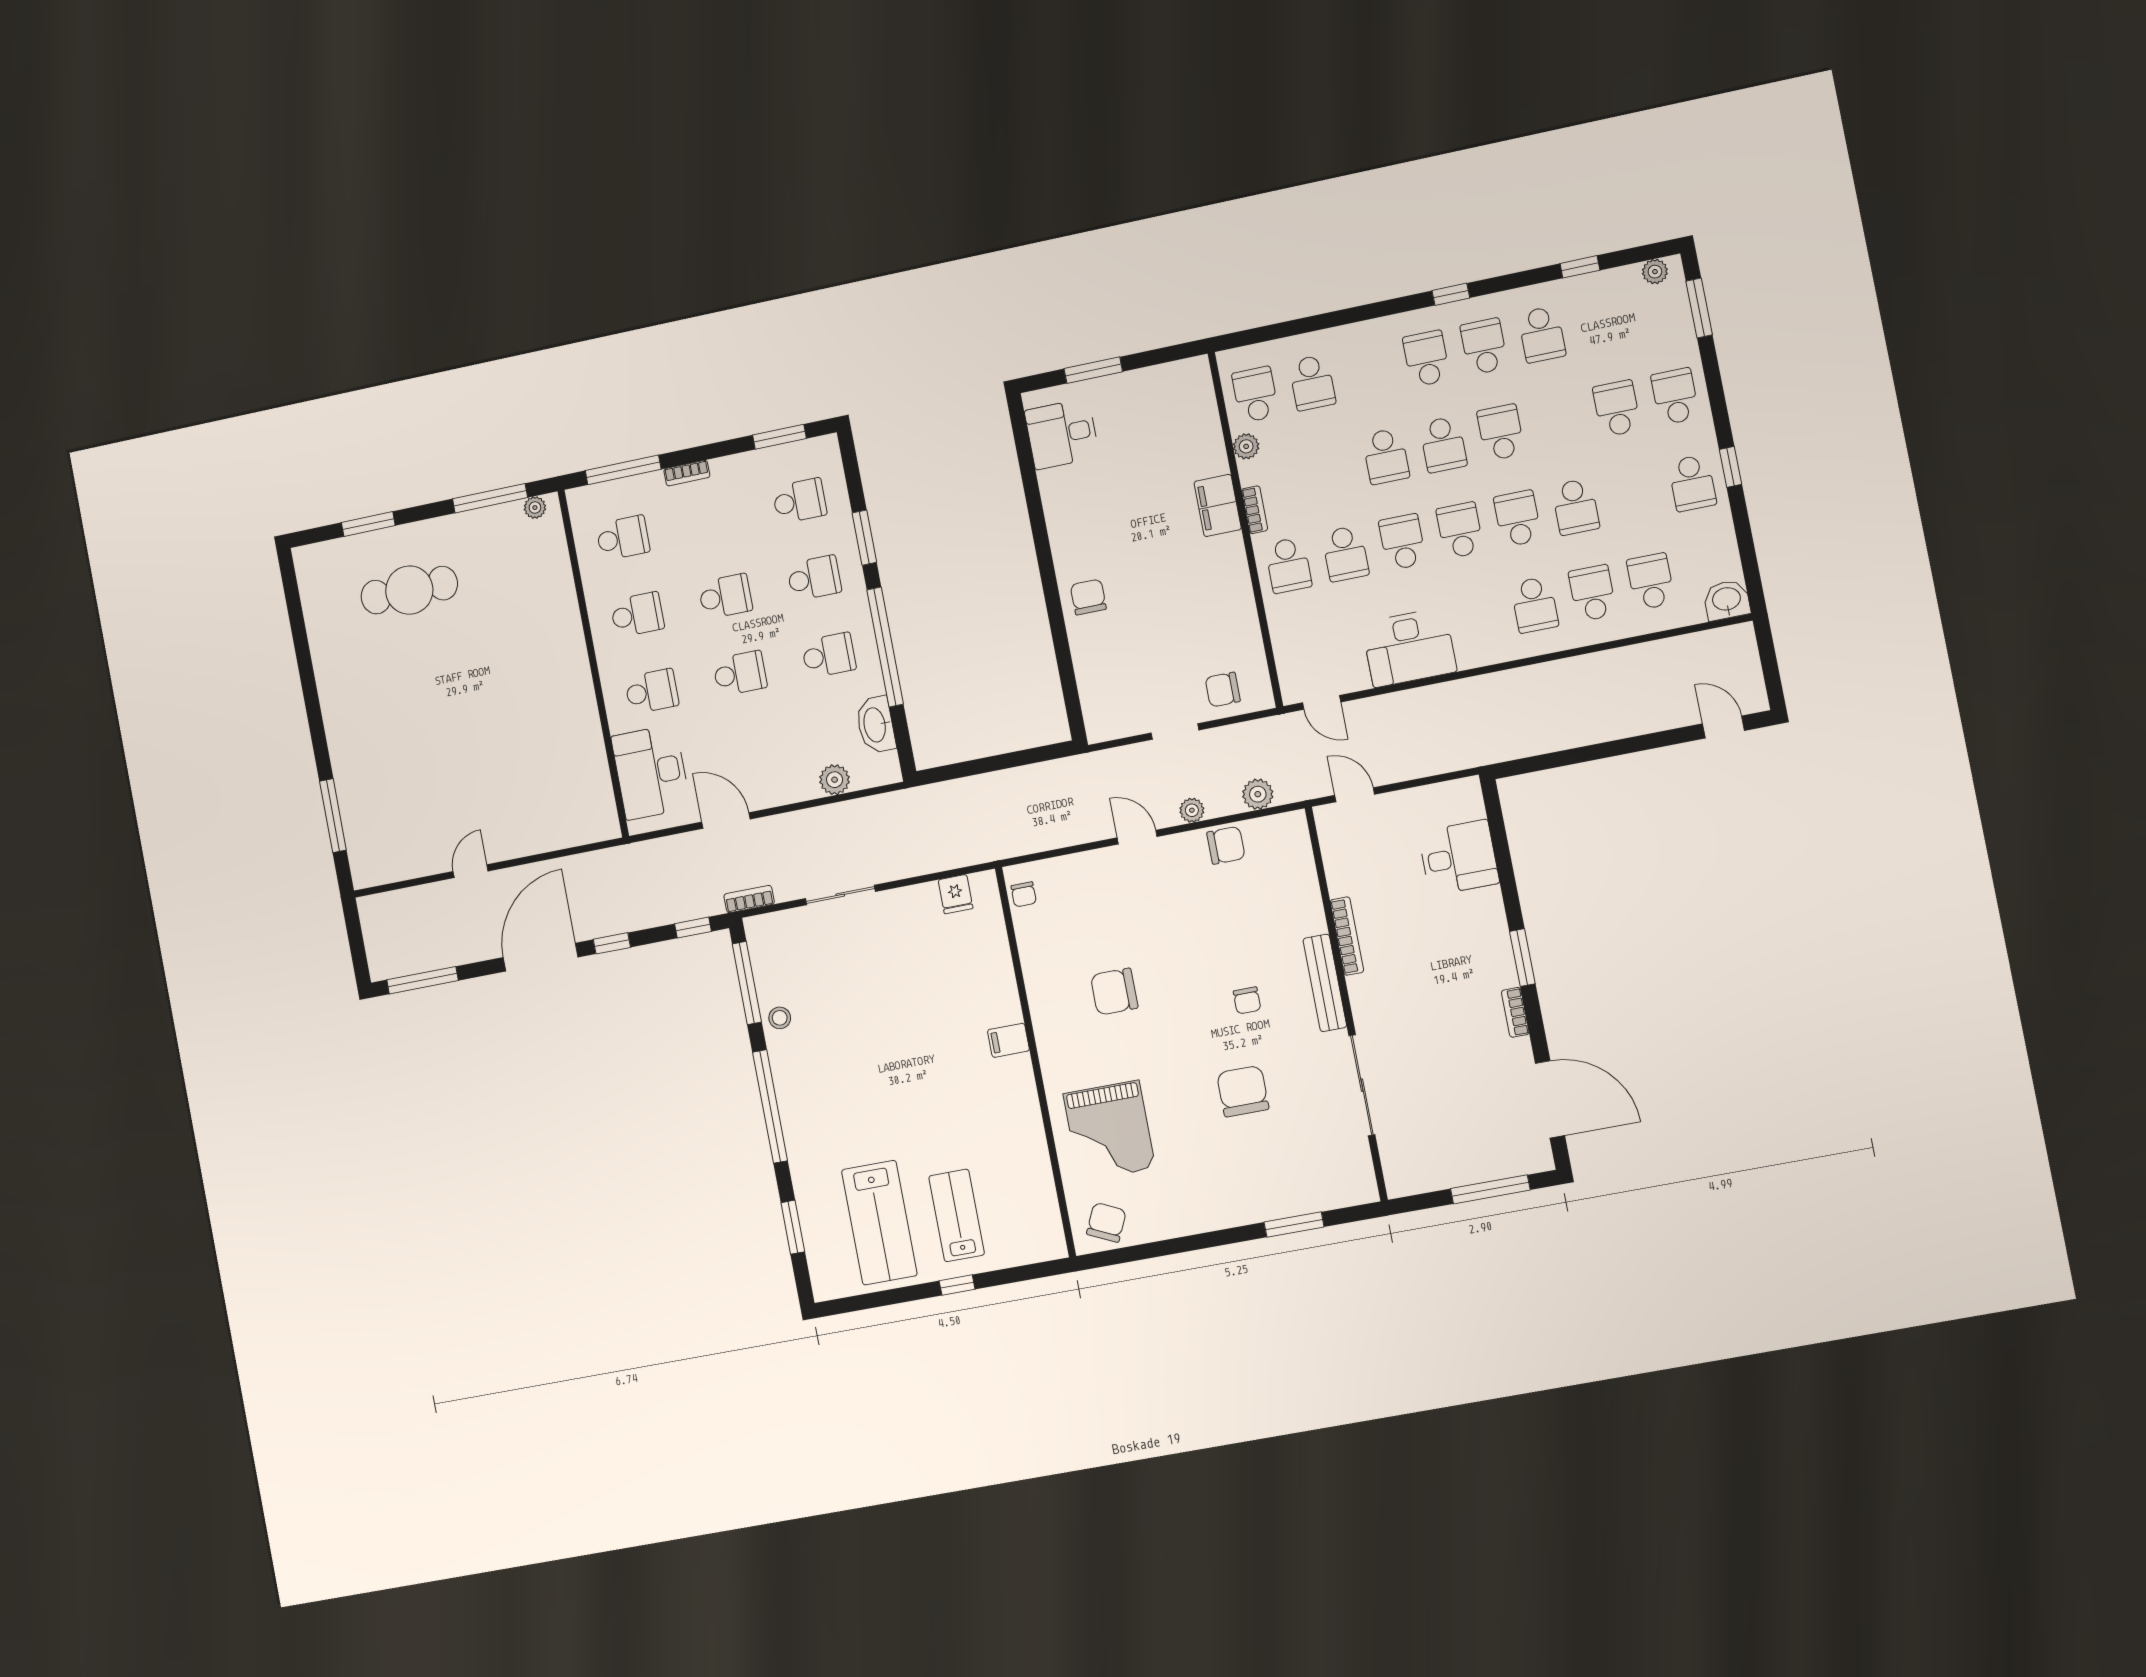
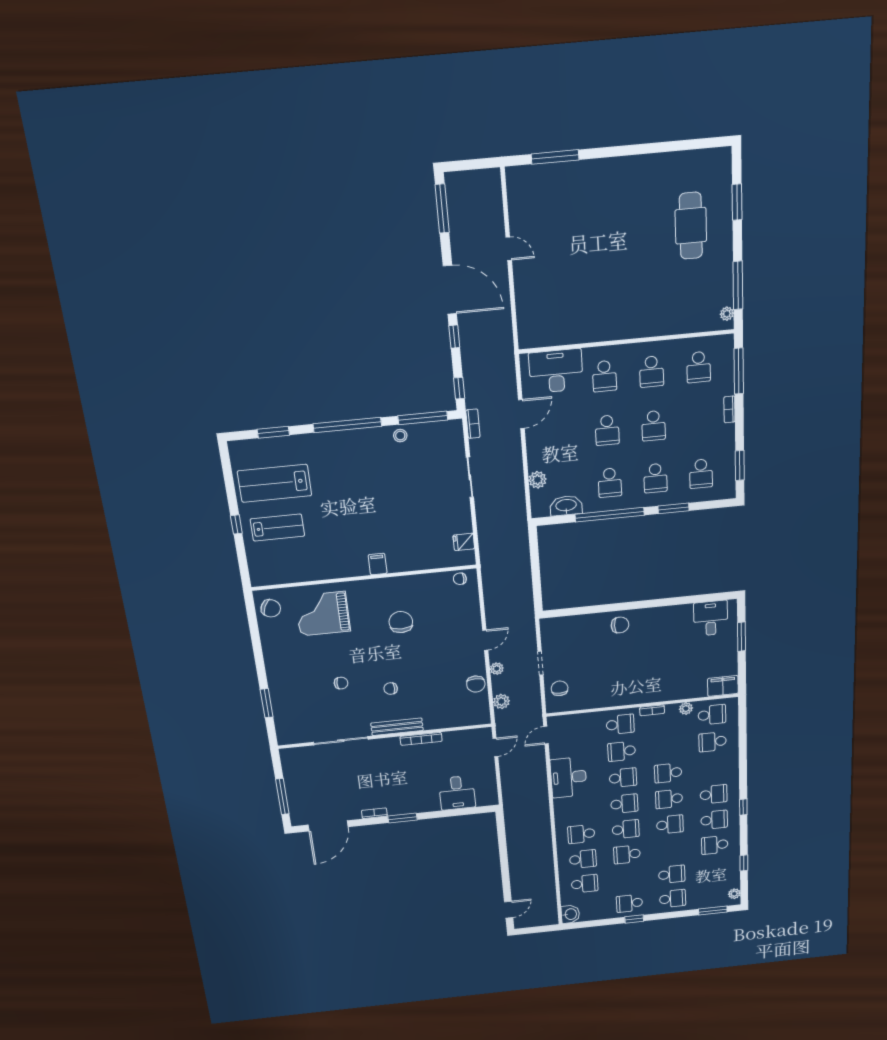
filing cabinet: (1218, 505) -> (723, 686), moved
school desk: (1288, 565) -> (620, 724), turned 180
chair: (1243, 1091) -> (341, 683), width x0.54, depth x0.54

